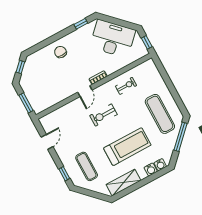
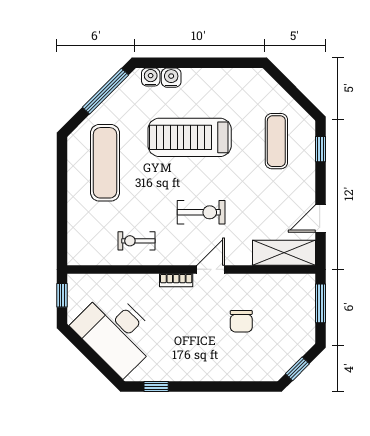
chair: (60, 52) -> (241, 321), moved
window: (181, 137) -> (106, 91), moved
shelving: (123, 183) -> (284, 253), moved

